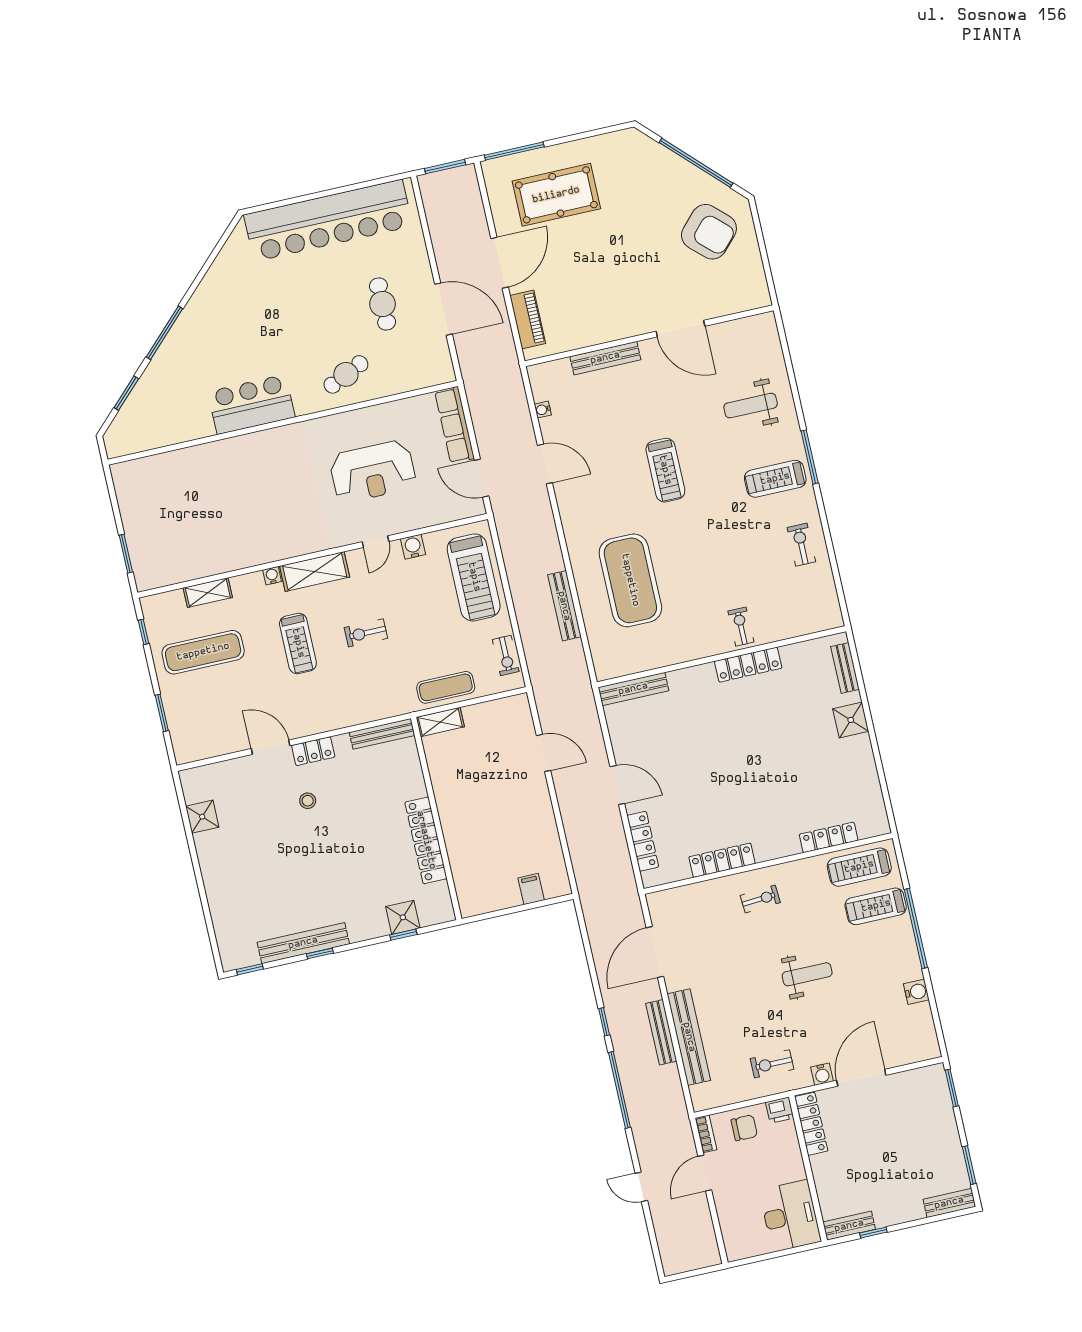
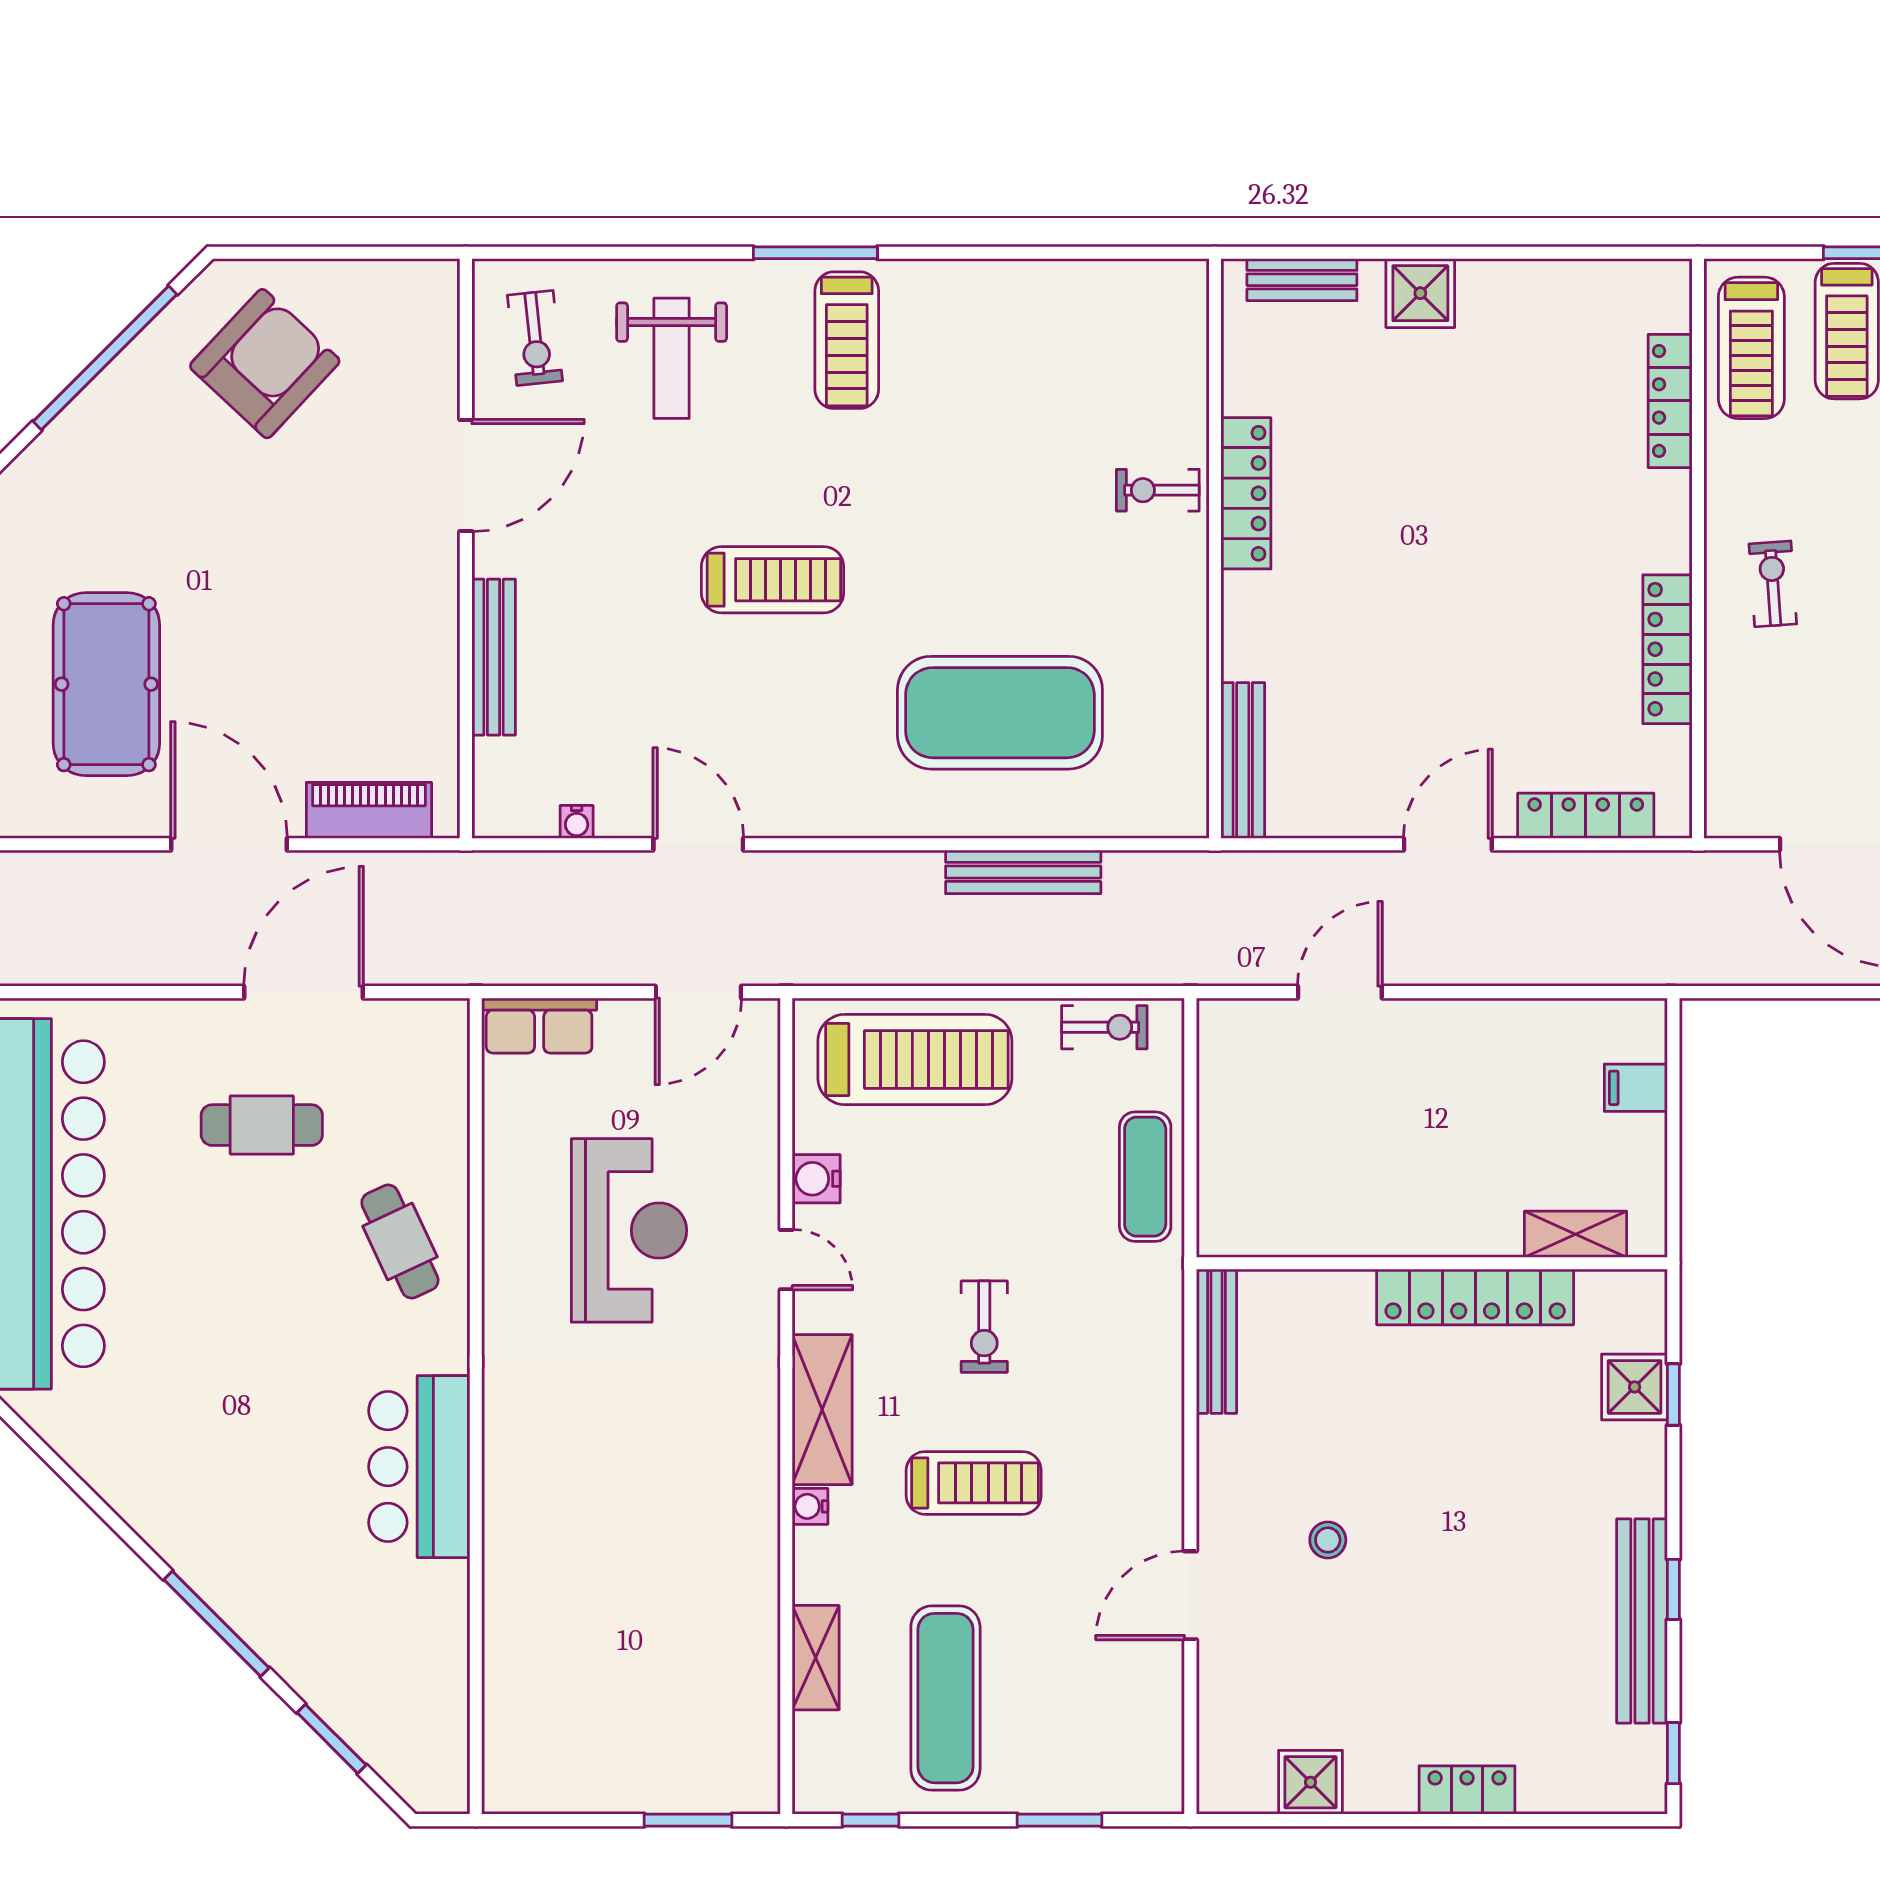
row of seats: (455, 425) -> (539, 1026), width x0.68
door: (545, 464) -> (698, 844), hinge flipped
exercise bike: (801, 545) -> (535, 338), moved, turned -96
shelving: (440, 722) -> (1575, 1234), moved, turned 90
locker: (313, 751) -> (1467, 1790), moved, turned -90

